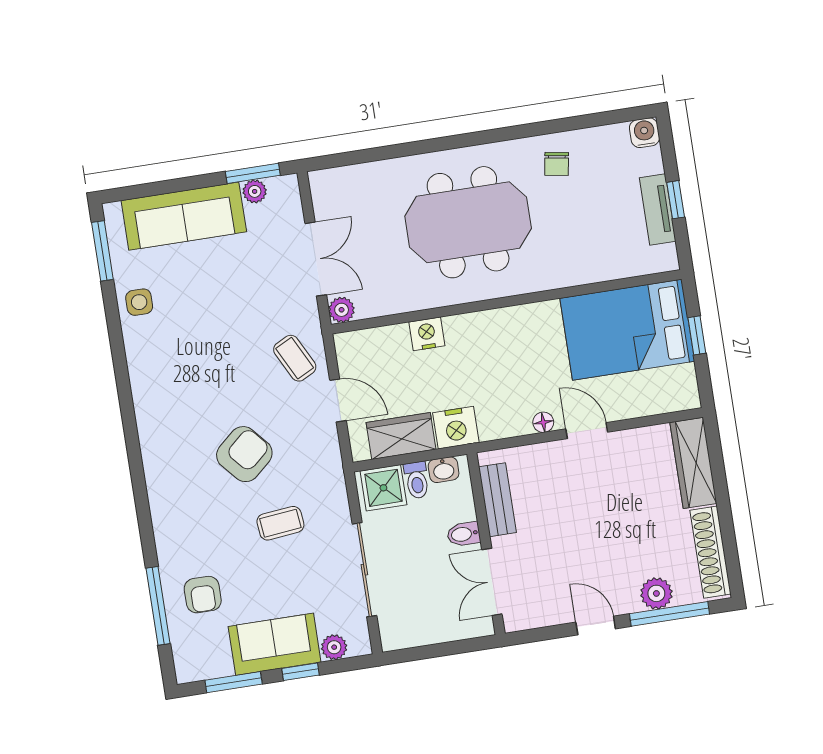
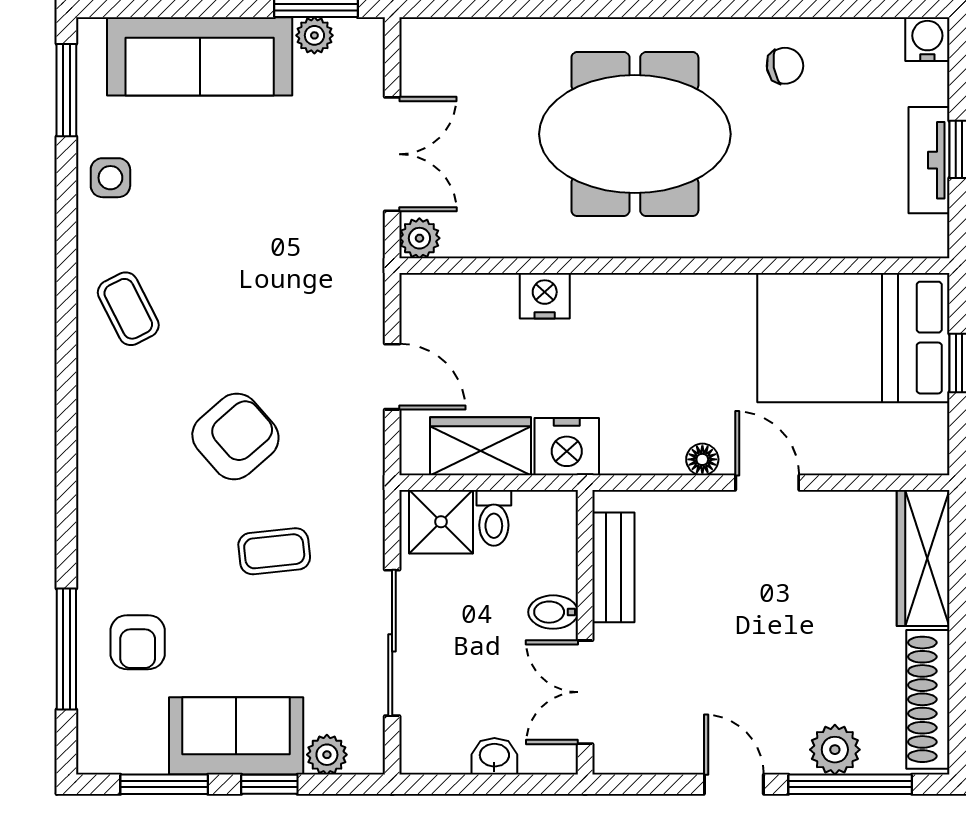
chair: (557, 164) -> (785, 66), turned -108
coffee table: (295, 358) -> (128, 309), moved
washbasin: (444, 470) -> (494, 756), moved, turned 180

